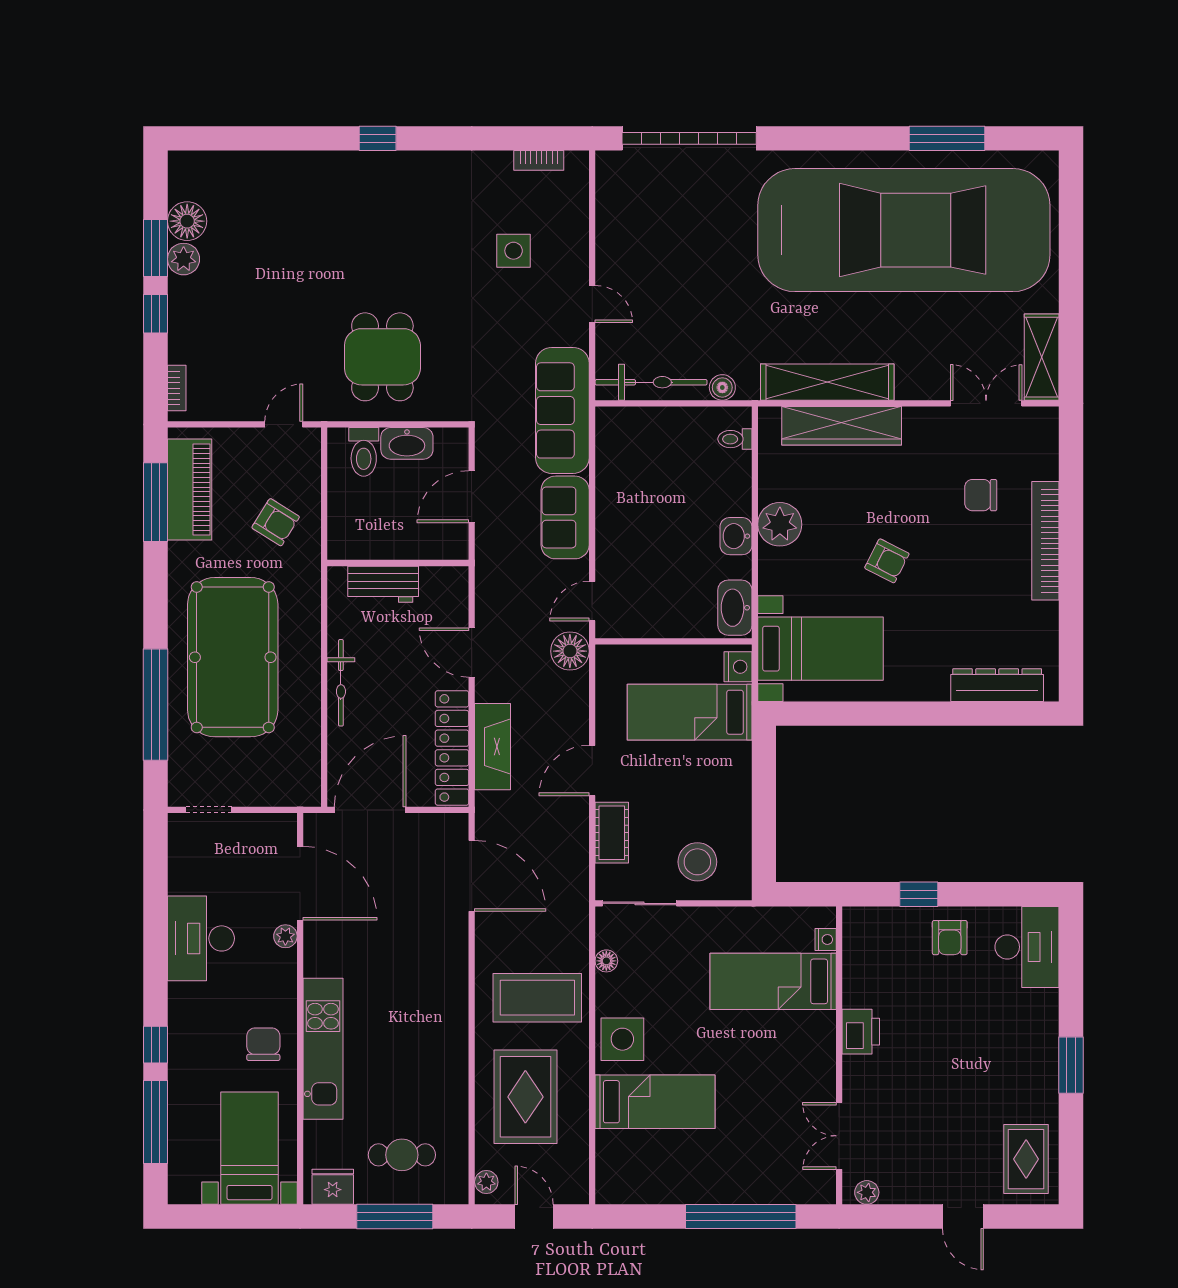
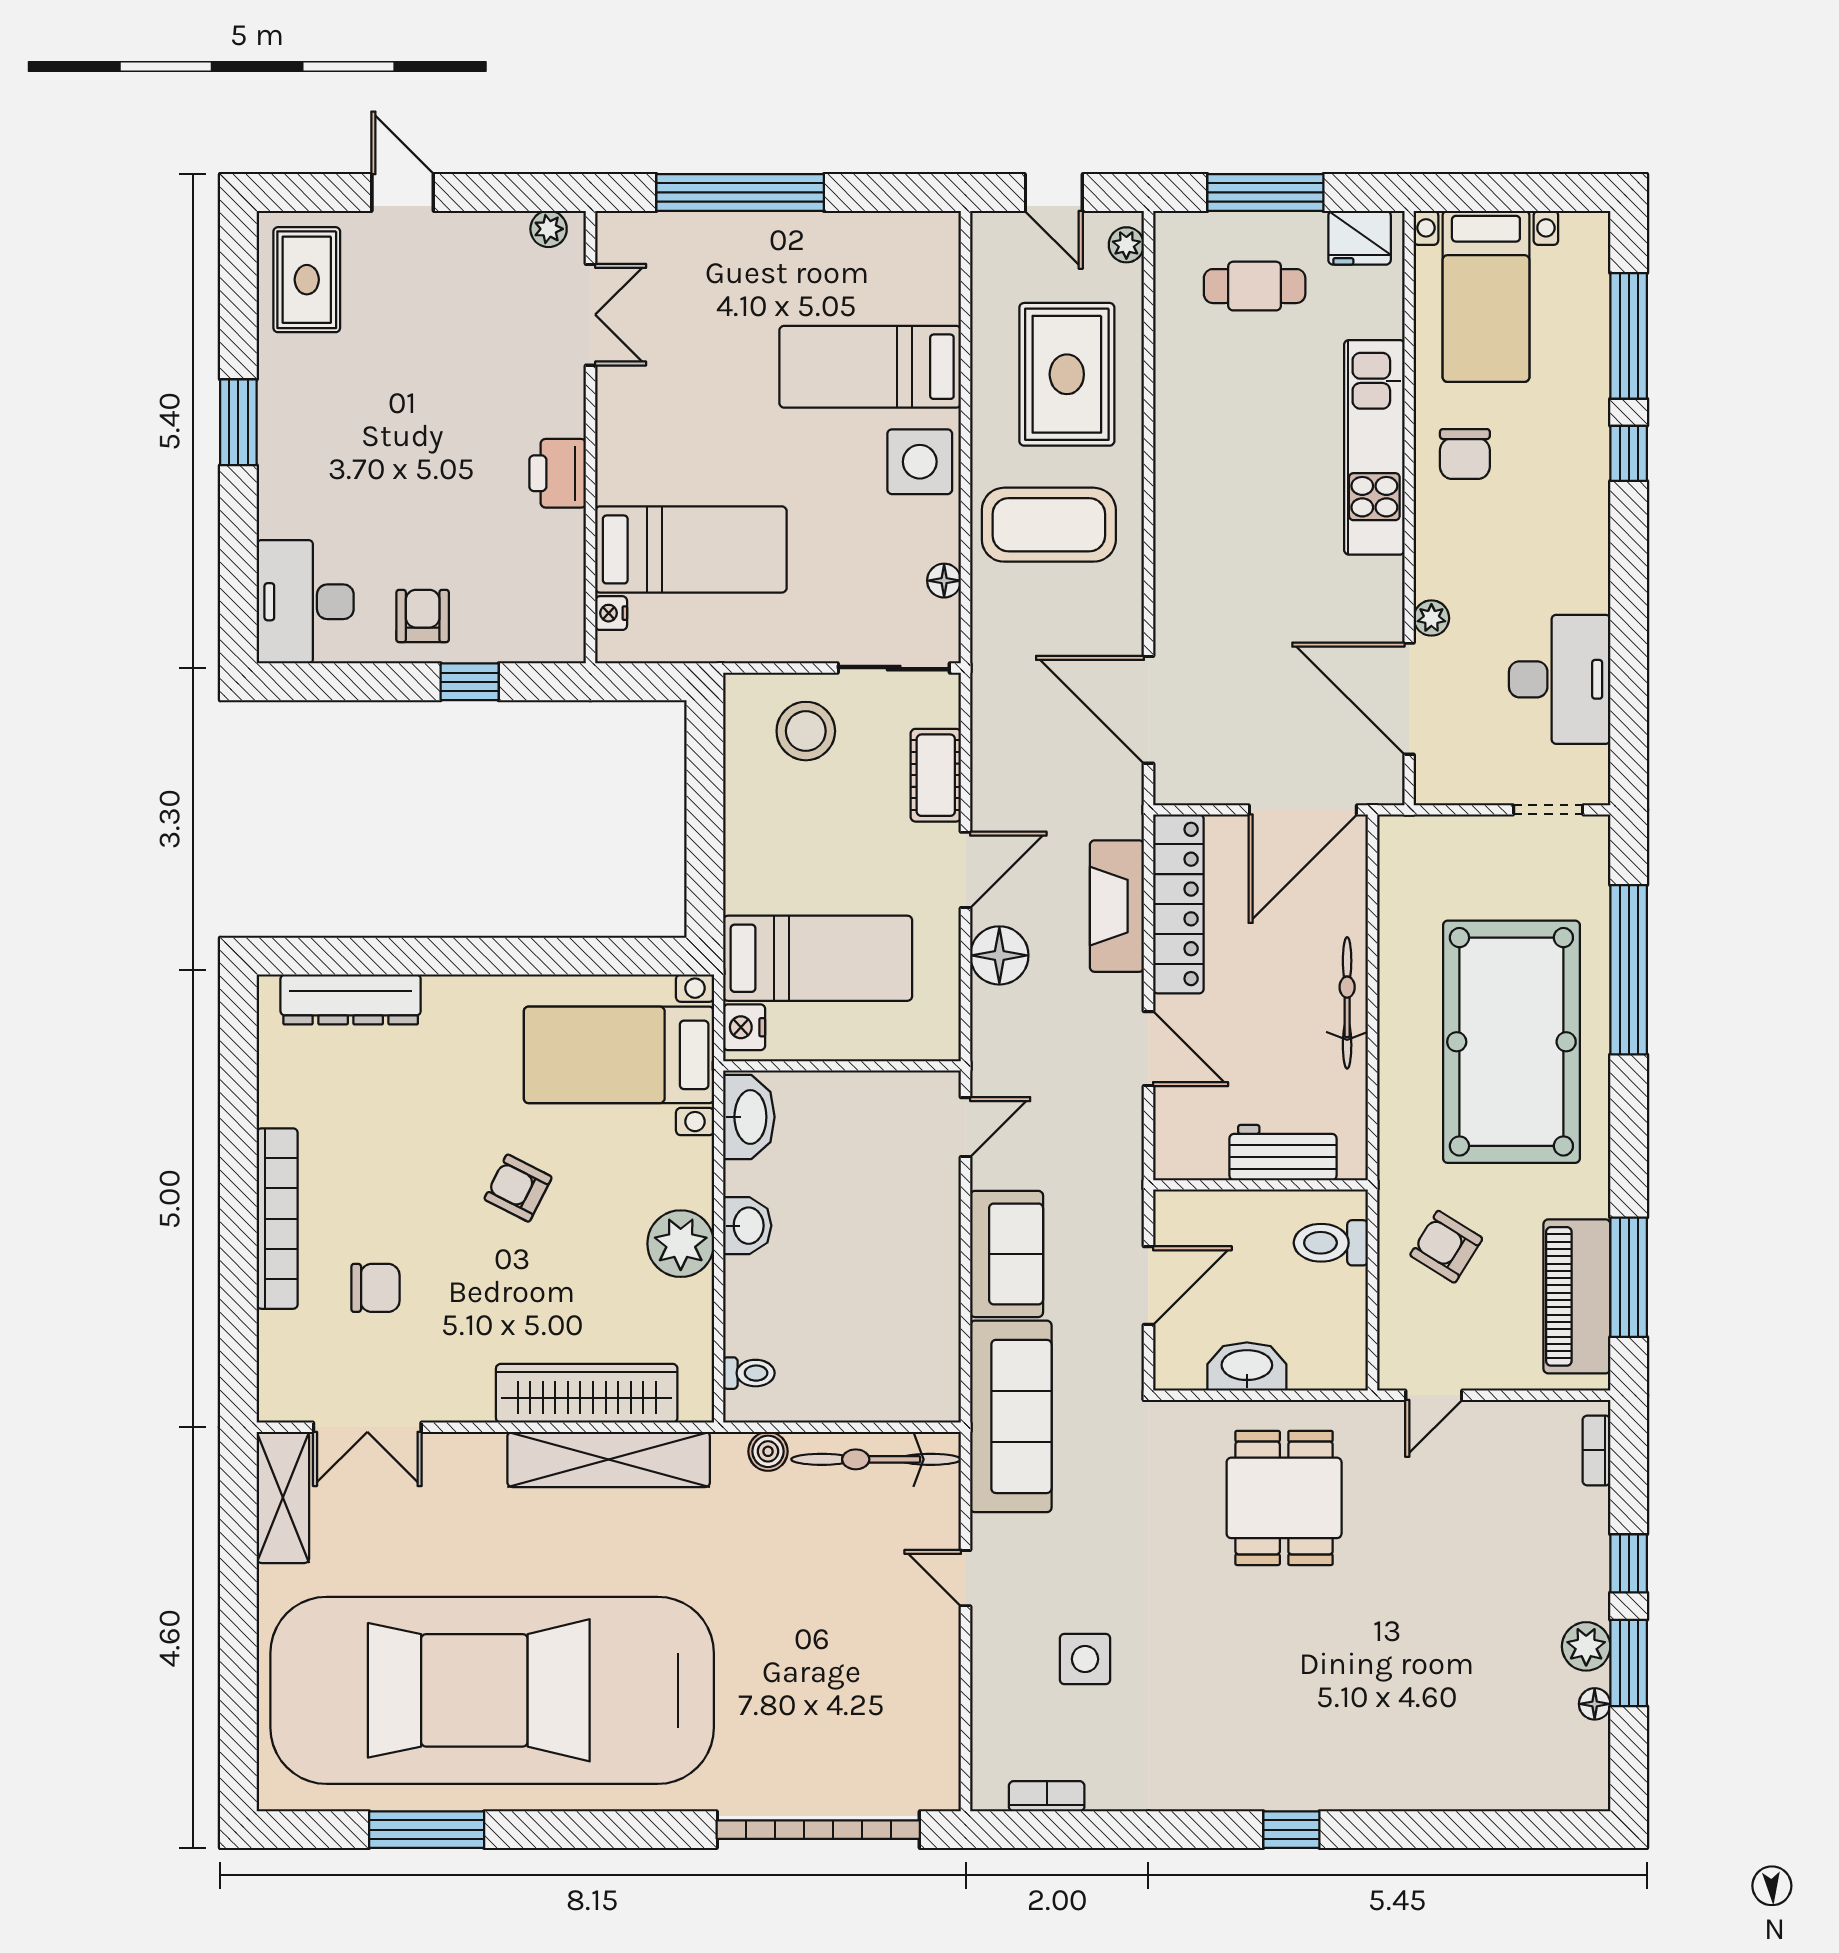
floor lamp: (187, 221) -> (1595, 1704), width x0.53, depth x0.53
toilet: (364, 452) -> (1331, 1243), moved, turned -90
floor lamp: (570, 651) -> (999, 955), moved
desk: (201, 938) -> (1560, 679), moved

